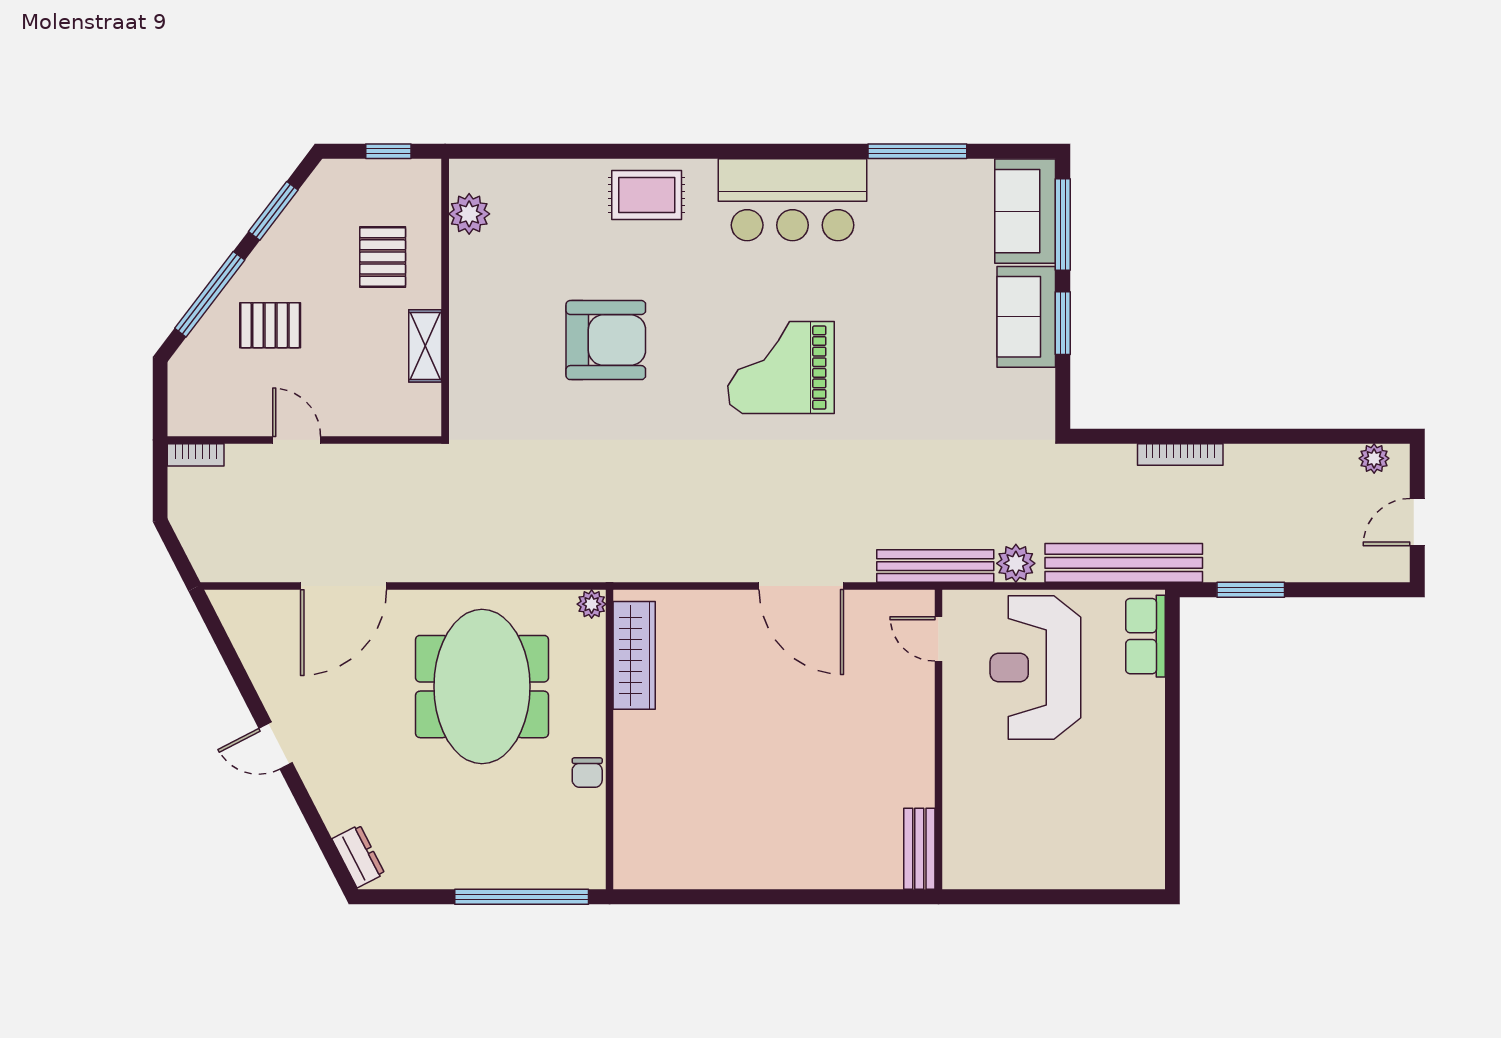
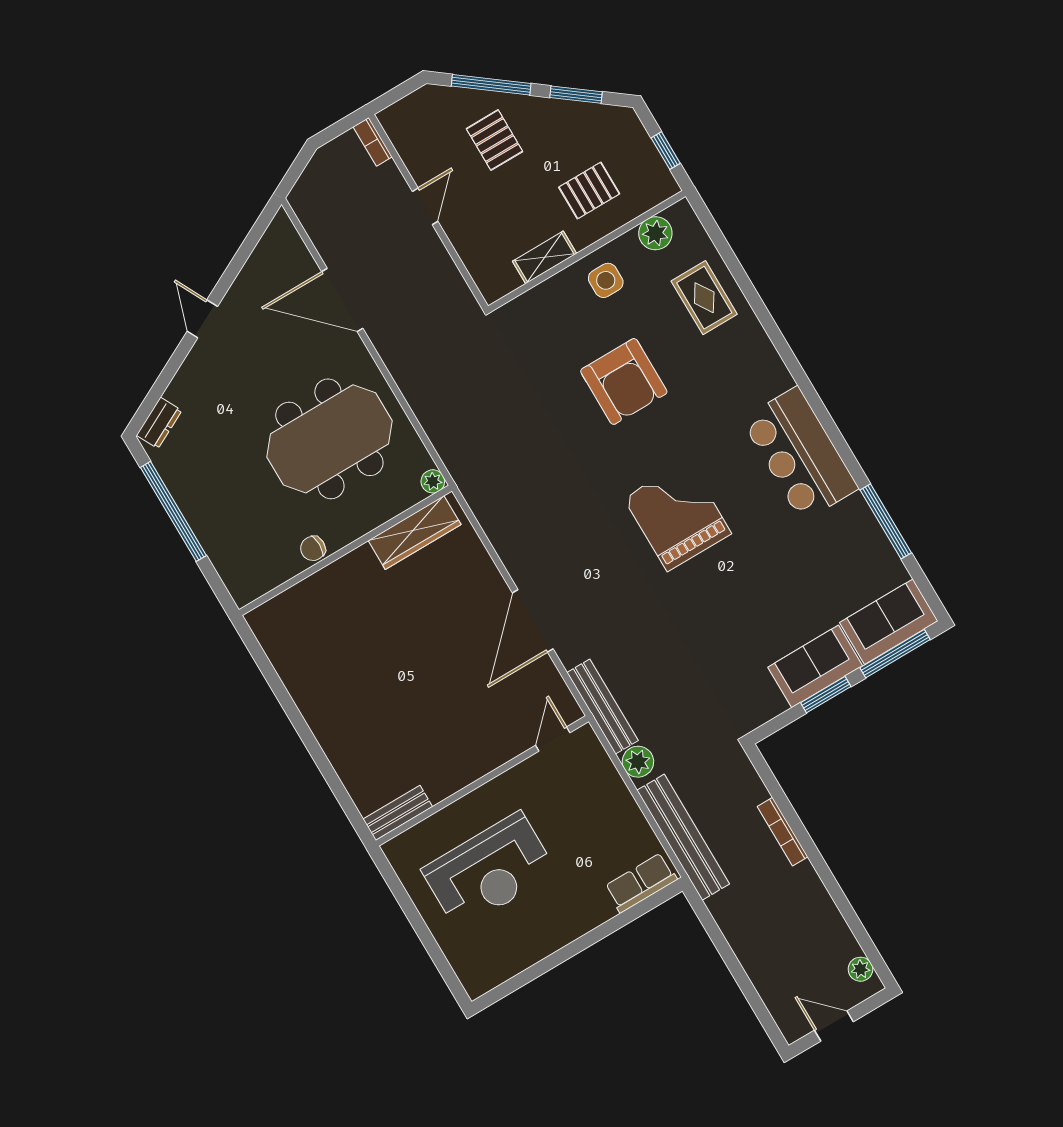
rug: (647, 195) -> (704, 298), moved
side table: (488, 296) -> (606, 280), added
window: (1251, 590) -> (717, 937), removed
reception desk: (1035, 668) -> (489, 871), moved, turned 180
window: (522, 897) -> (173, 511), moved

